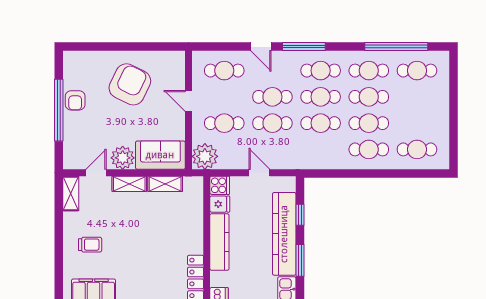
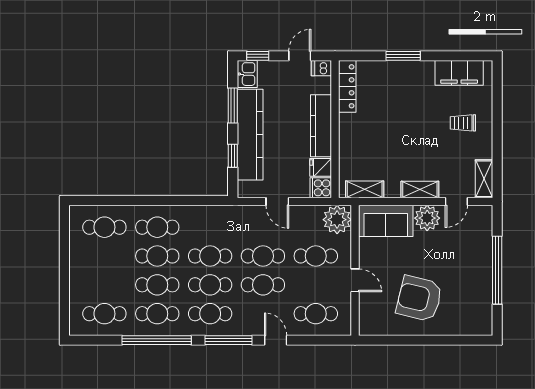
window: (396, 46) -> (157, 340), moved
armchair: (130, 84) -> (419, 298), turned 78
armchair: (75, 100) -> (479, 281), removed
shelving: (165, 184) -> (365, 189), moved

